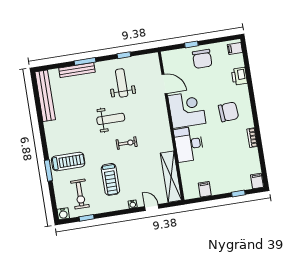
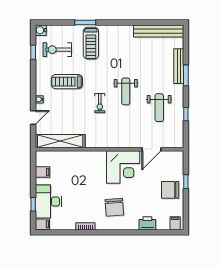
weight bench: (122, 83) -> (159, 108), turned 90
desk: (189, 144) -> (48, 201), moved, turned -90

